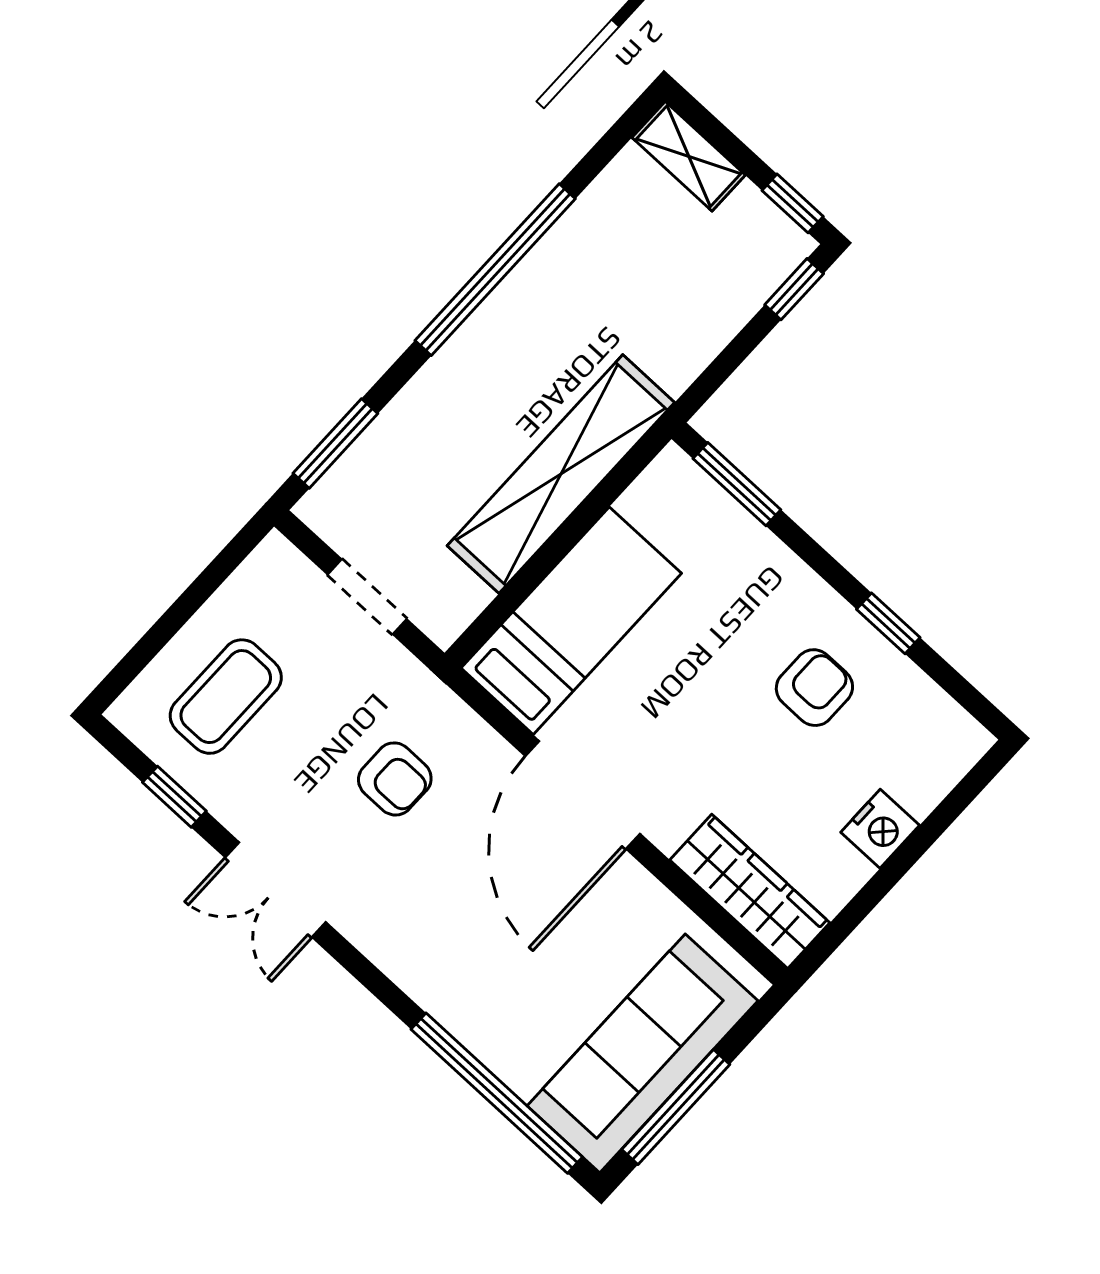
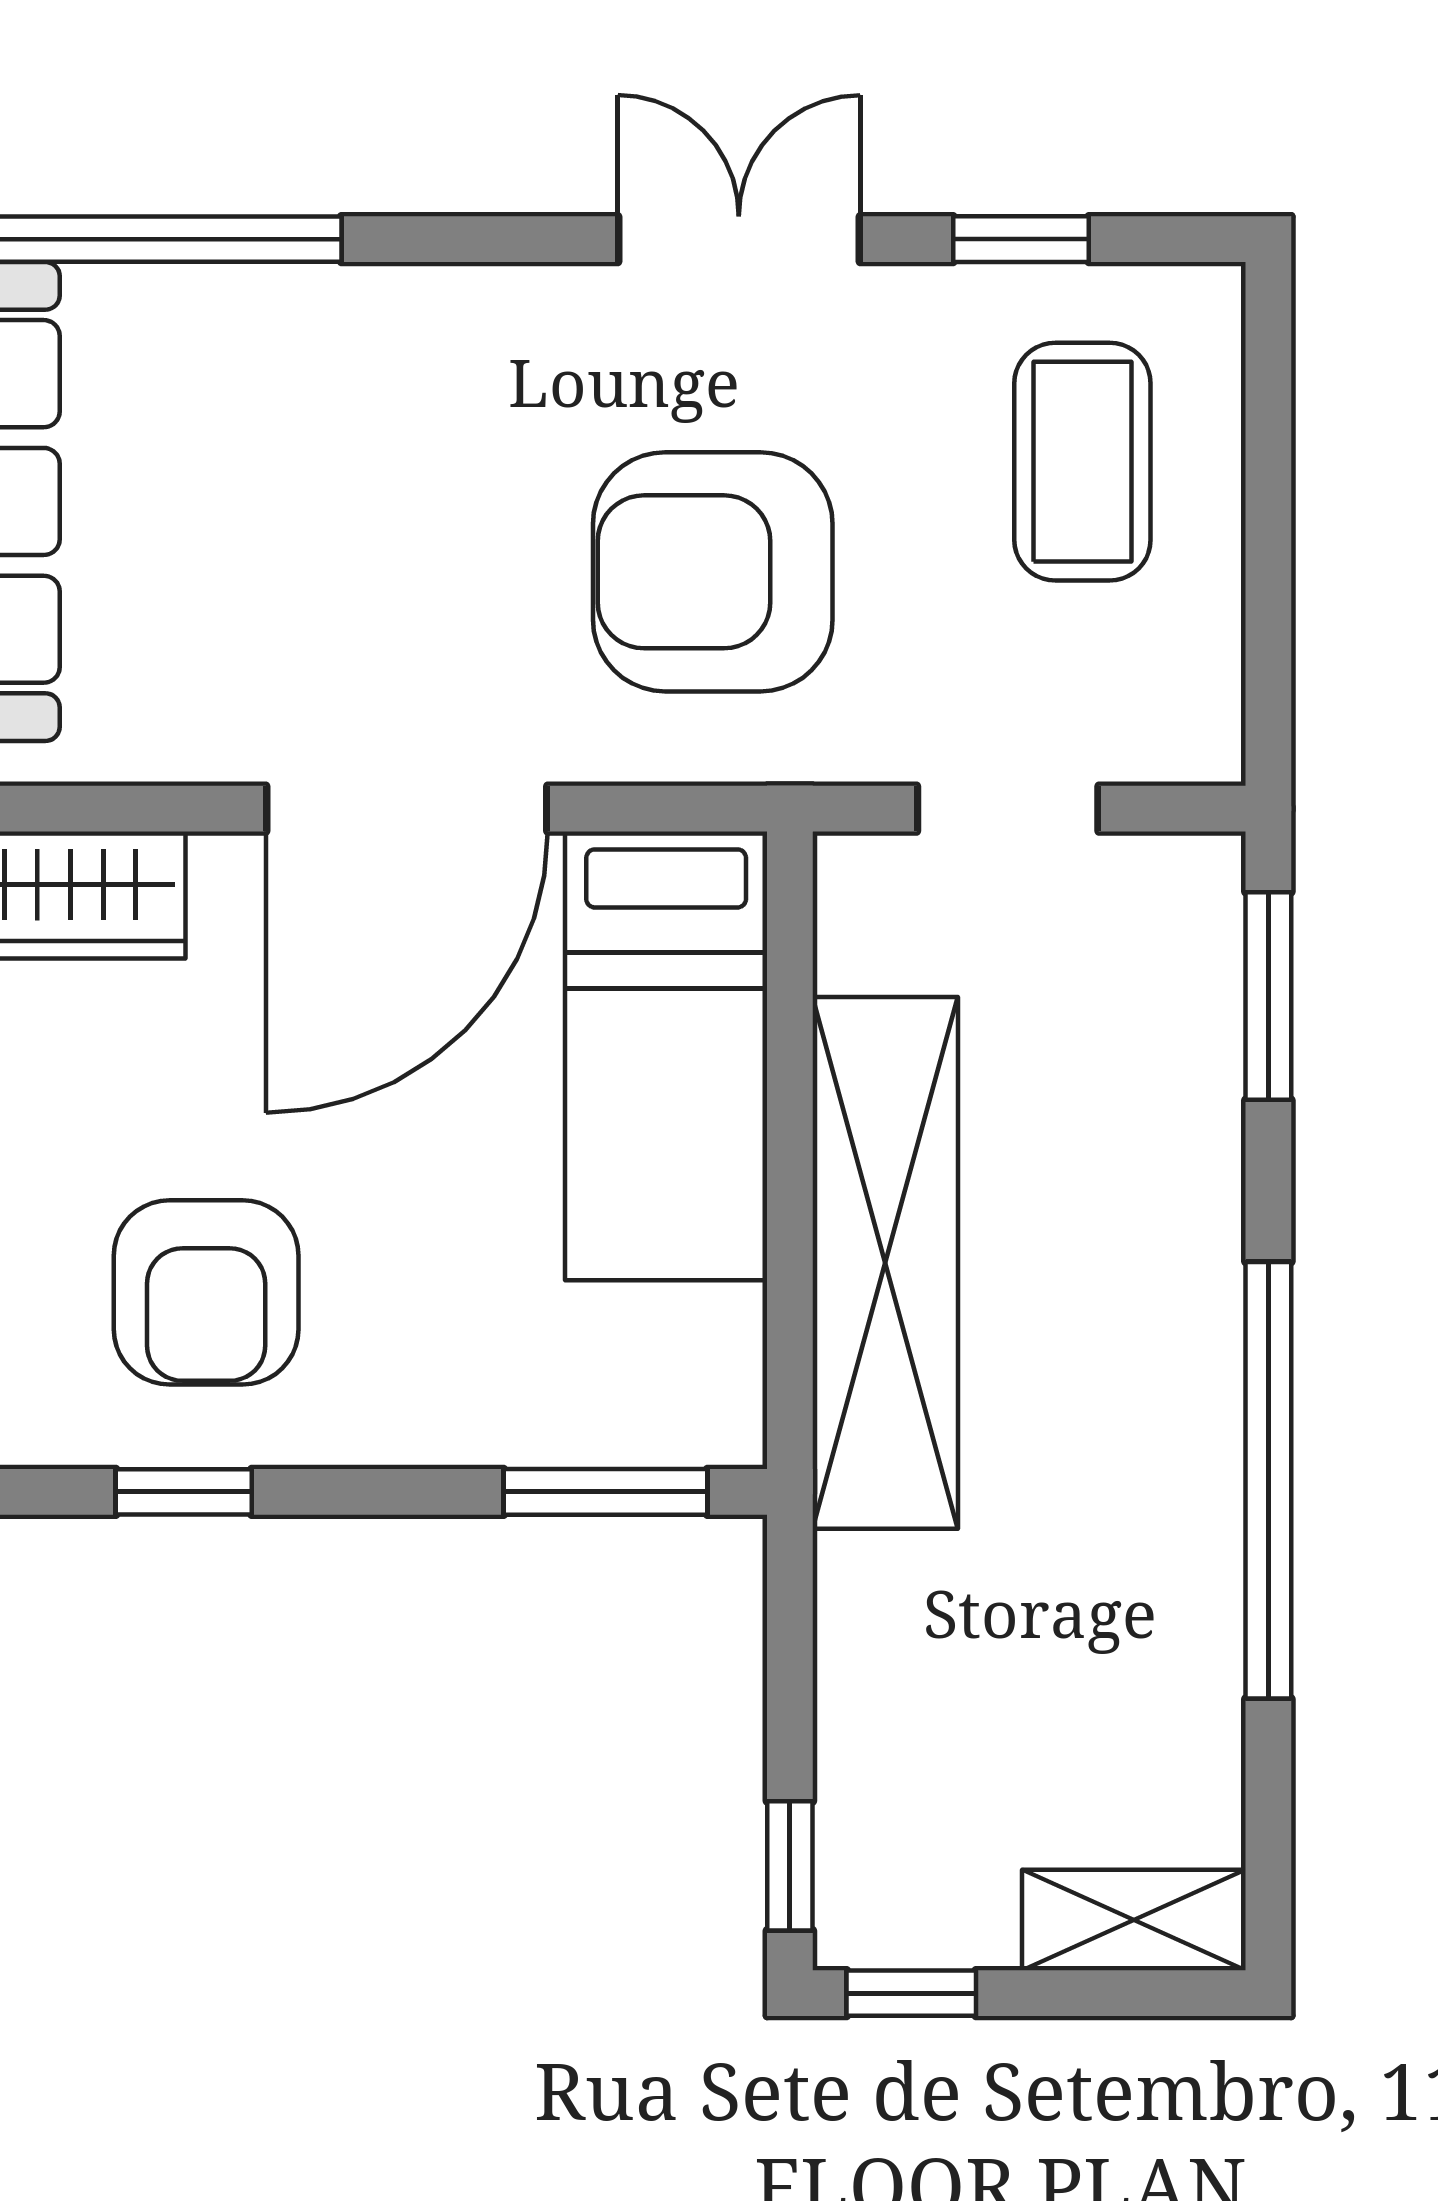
armchair: (814, 688) -> (206, 1292), width x1.38, depth x1.38
armchair: (395, 779) -> (713, 572), width x1.88, depth x1.88
door: (583, 795) -> (407, 809), swing flipped

